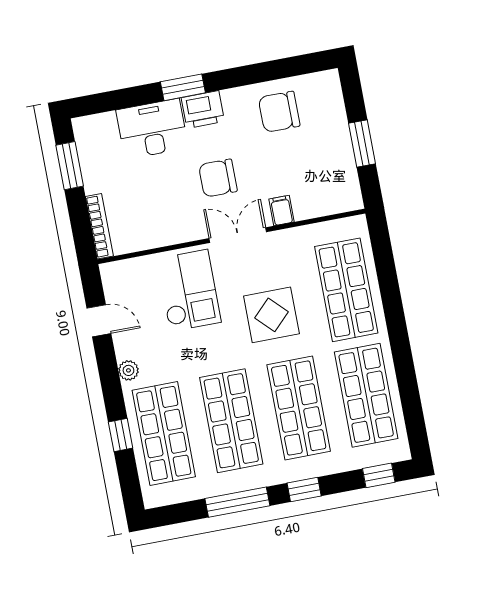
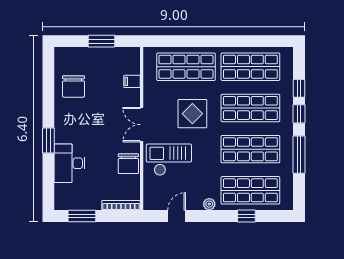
printer: (203, 110) -> (64, 131), removed
chair: (218, 178) -> (128, 164), moved
filing cabinet: (281, 210) -> (132, 81), moved
window: (379, 475) -> (299, 88), moved

